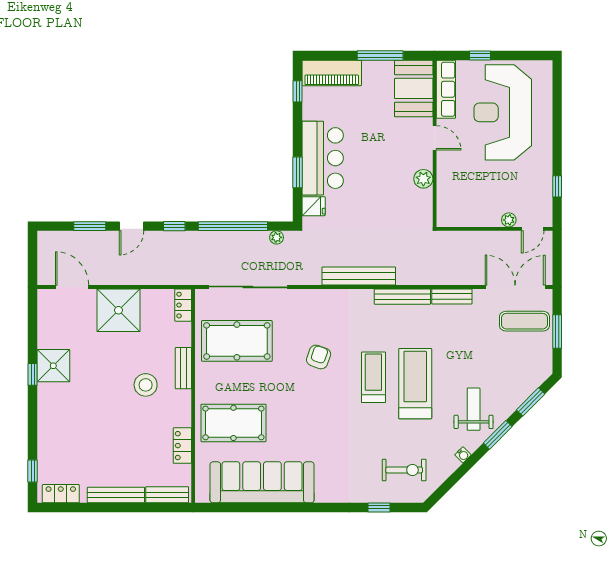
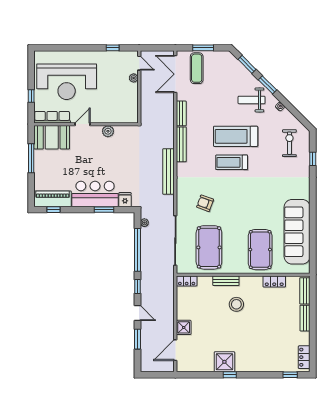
piano: (332, 73) -> (53, 199), moved, turned -90
shower: (118, 310) -> (184, 327), width x0.54, depth x0.54
armchair: (319, 357) -> (205, 203), moved
bench: (116, 495) -> (305, 318), width x0.73

